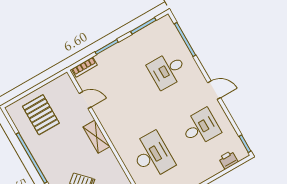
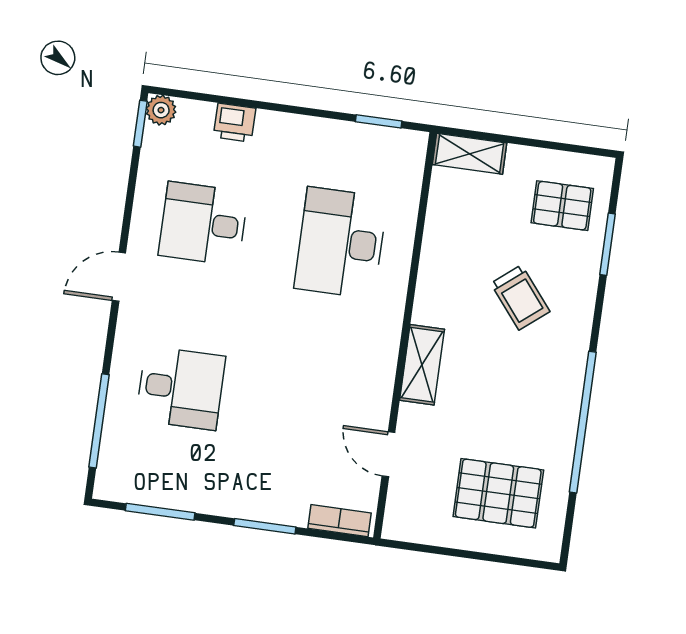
door: (214, 90) -> (119, 277), hinge flipped
pallet: (41, 115) -> (498, 493), turned 90
plant: (242, 153) -> (161, 110), added
printer: (228, 160) -> (235, 123), moved

